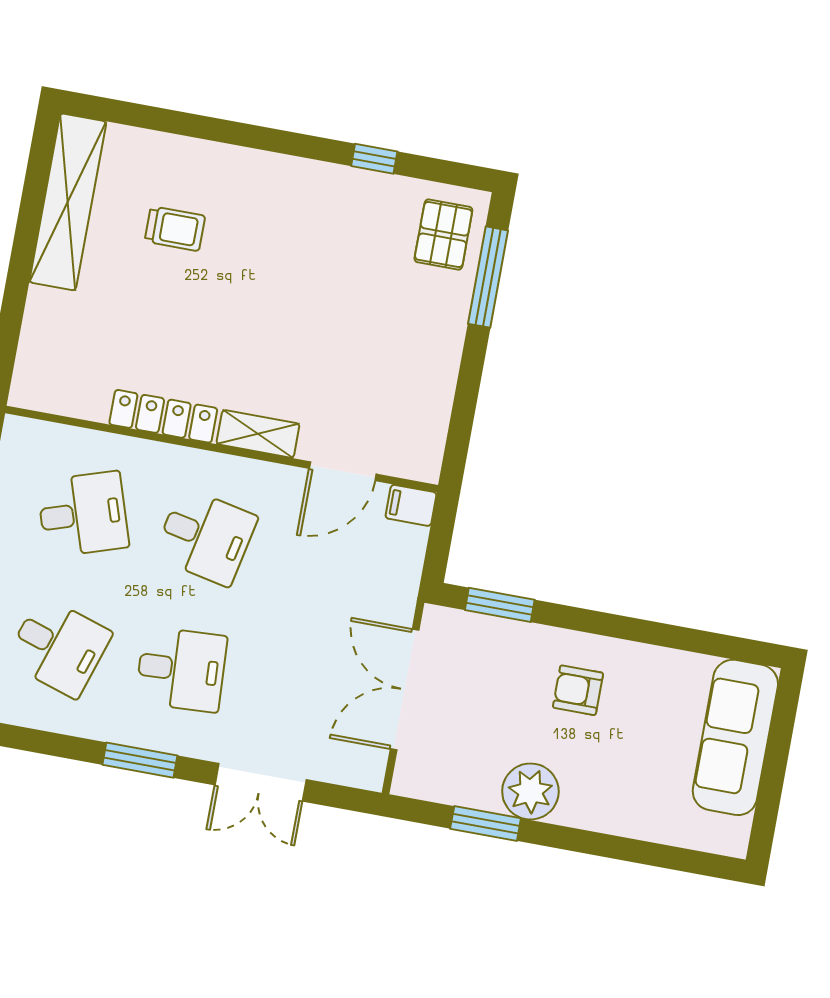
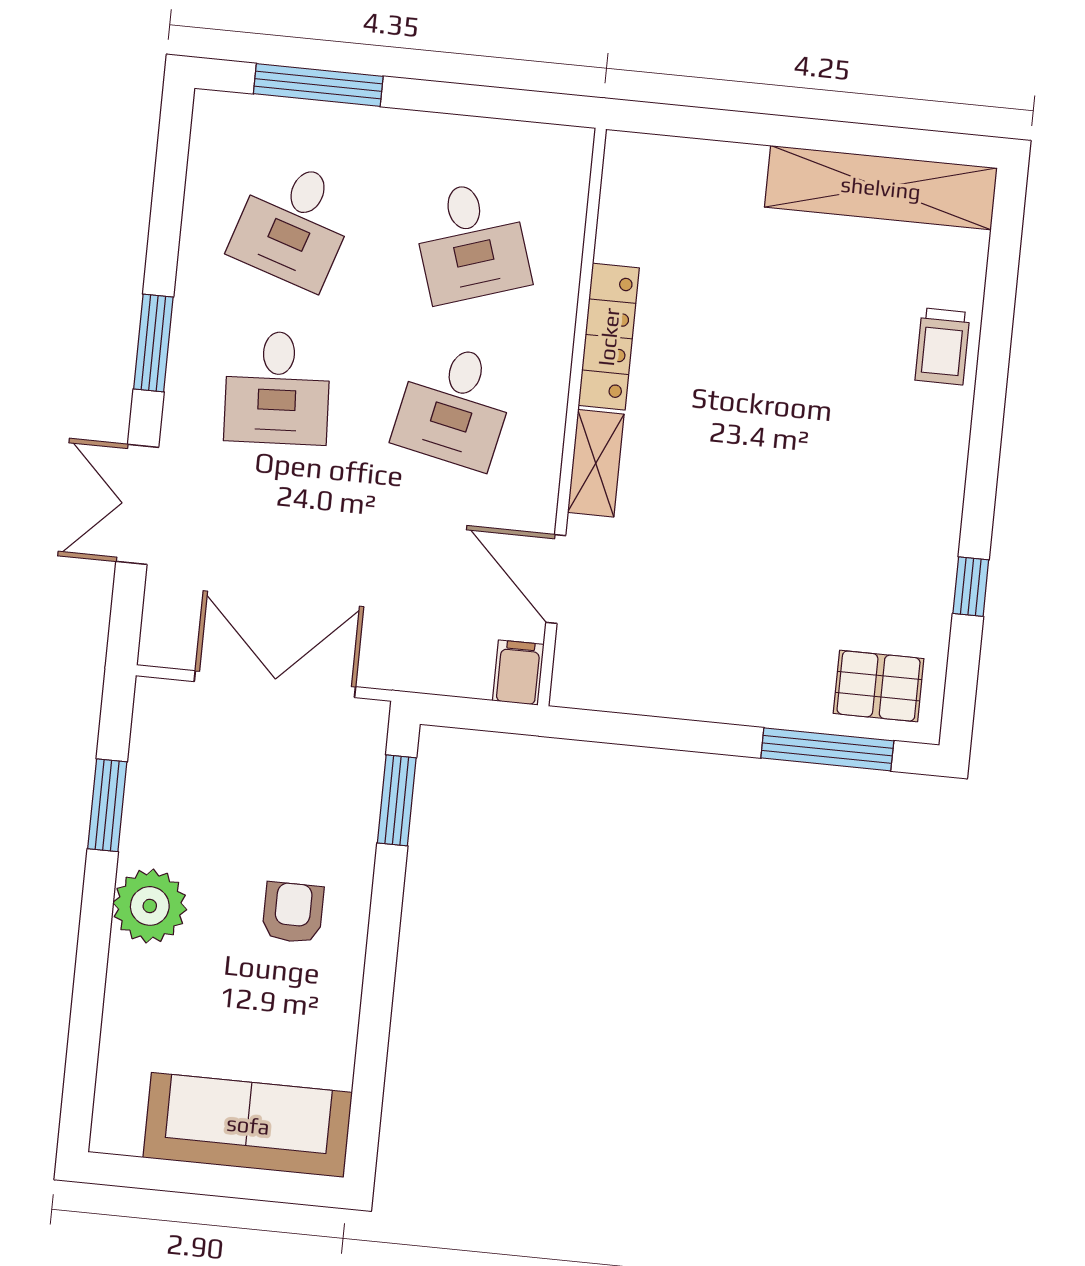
trolley: (175, 229) -> (942, 346), moved
plant: (530, 791) -> (150, 906), moved

